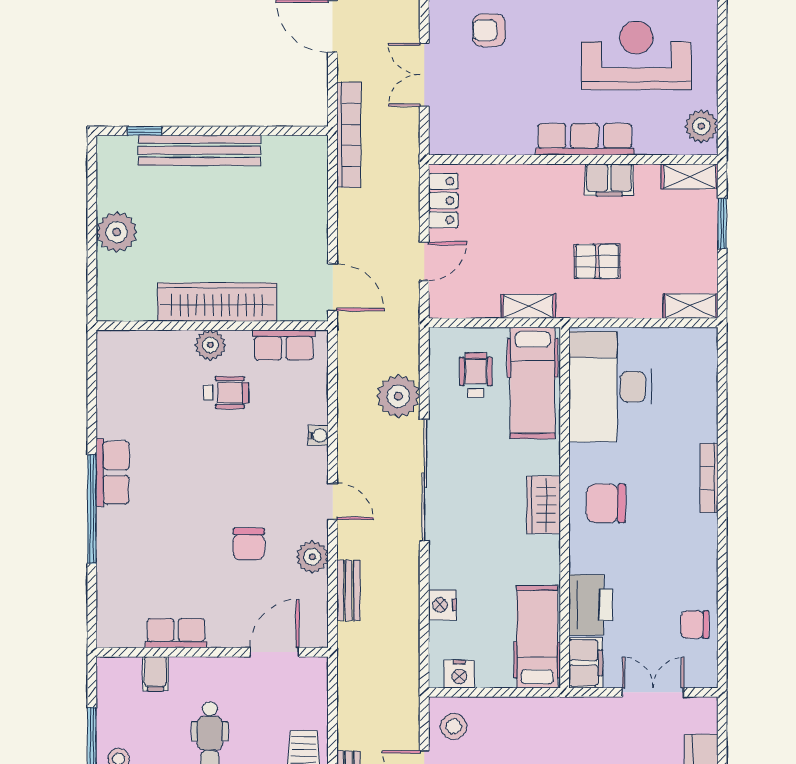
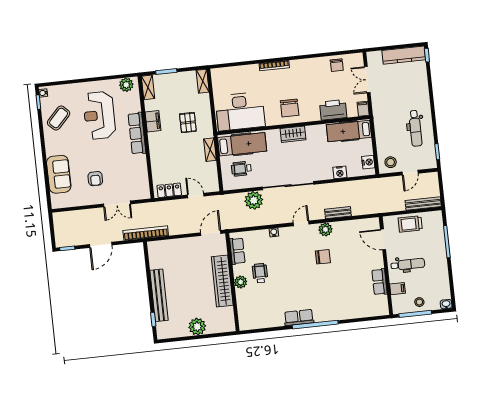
row of seats: (176, 633) -> (379, 282), moved
wall: (212, 652) -> (386, 266), moved
door: (274, 652) -> (383, 239), moved
filing cabinet: (586, 663) -> (363, 109), width x0.50
filing cabinet: (155, 674) -> (398, 289), moved

